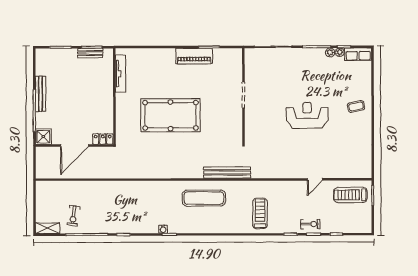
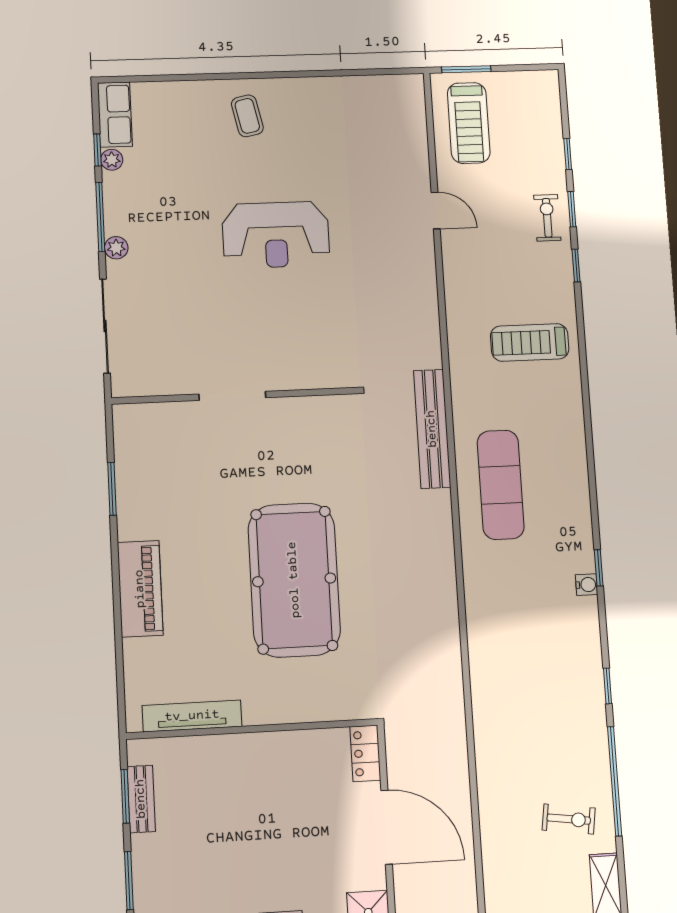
plant: (330, 52) -> (116, 248), moved
piano: (194, 56) -> (140, 589), moved
reception desk: (307, 115) -> (276, 235), turned -90

